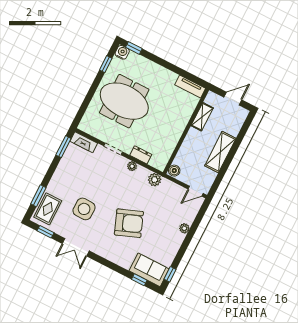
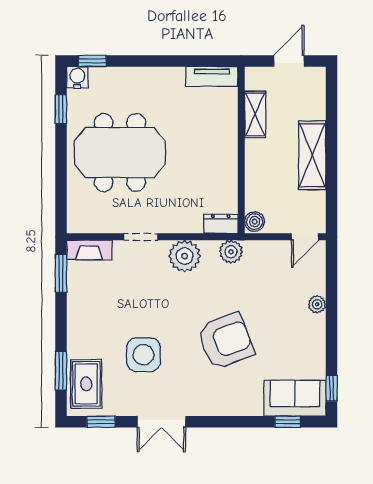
dresser: (141, 155) -> (221, 224), moved
plant: (132, 166) -> (185, 256), width x1.88, depth x1.88

